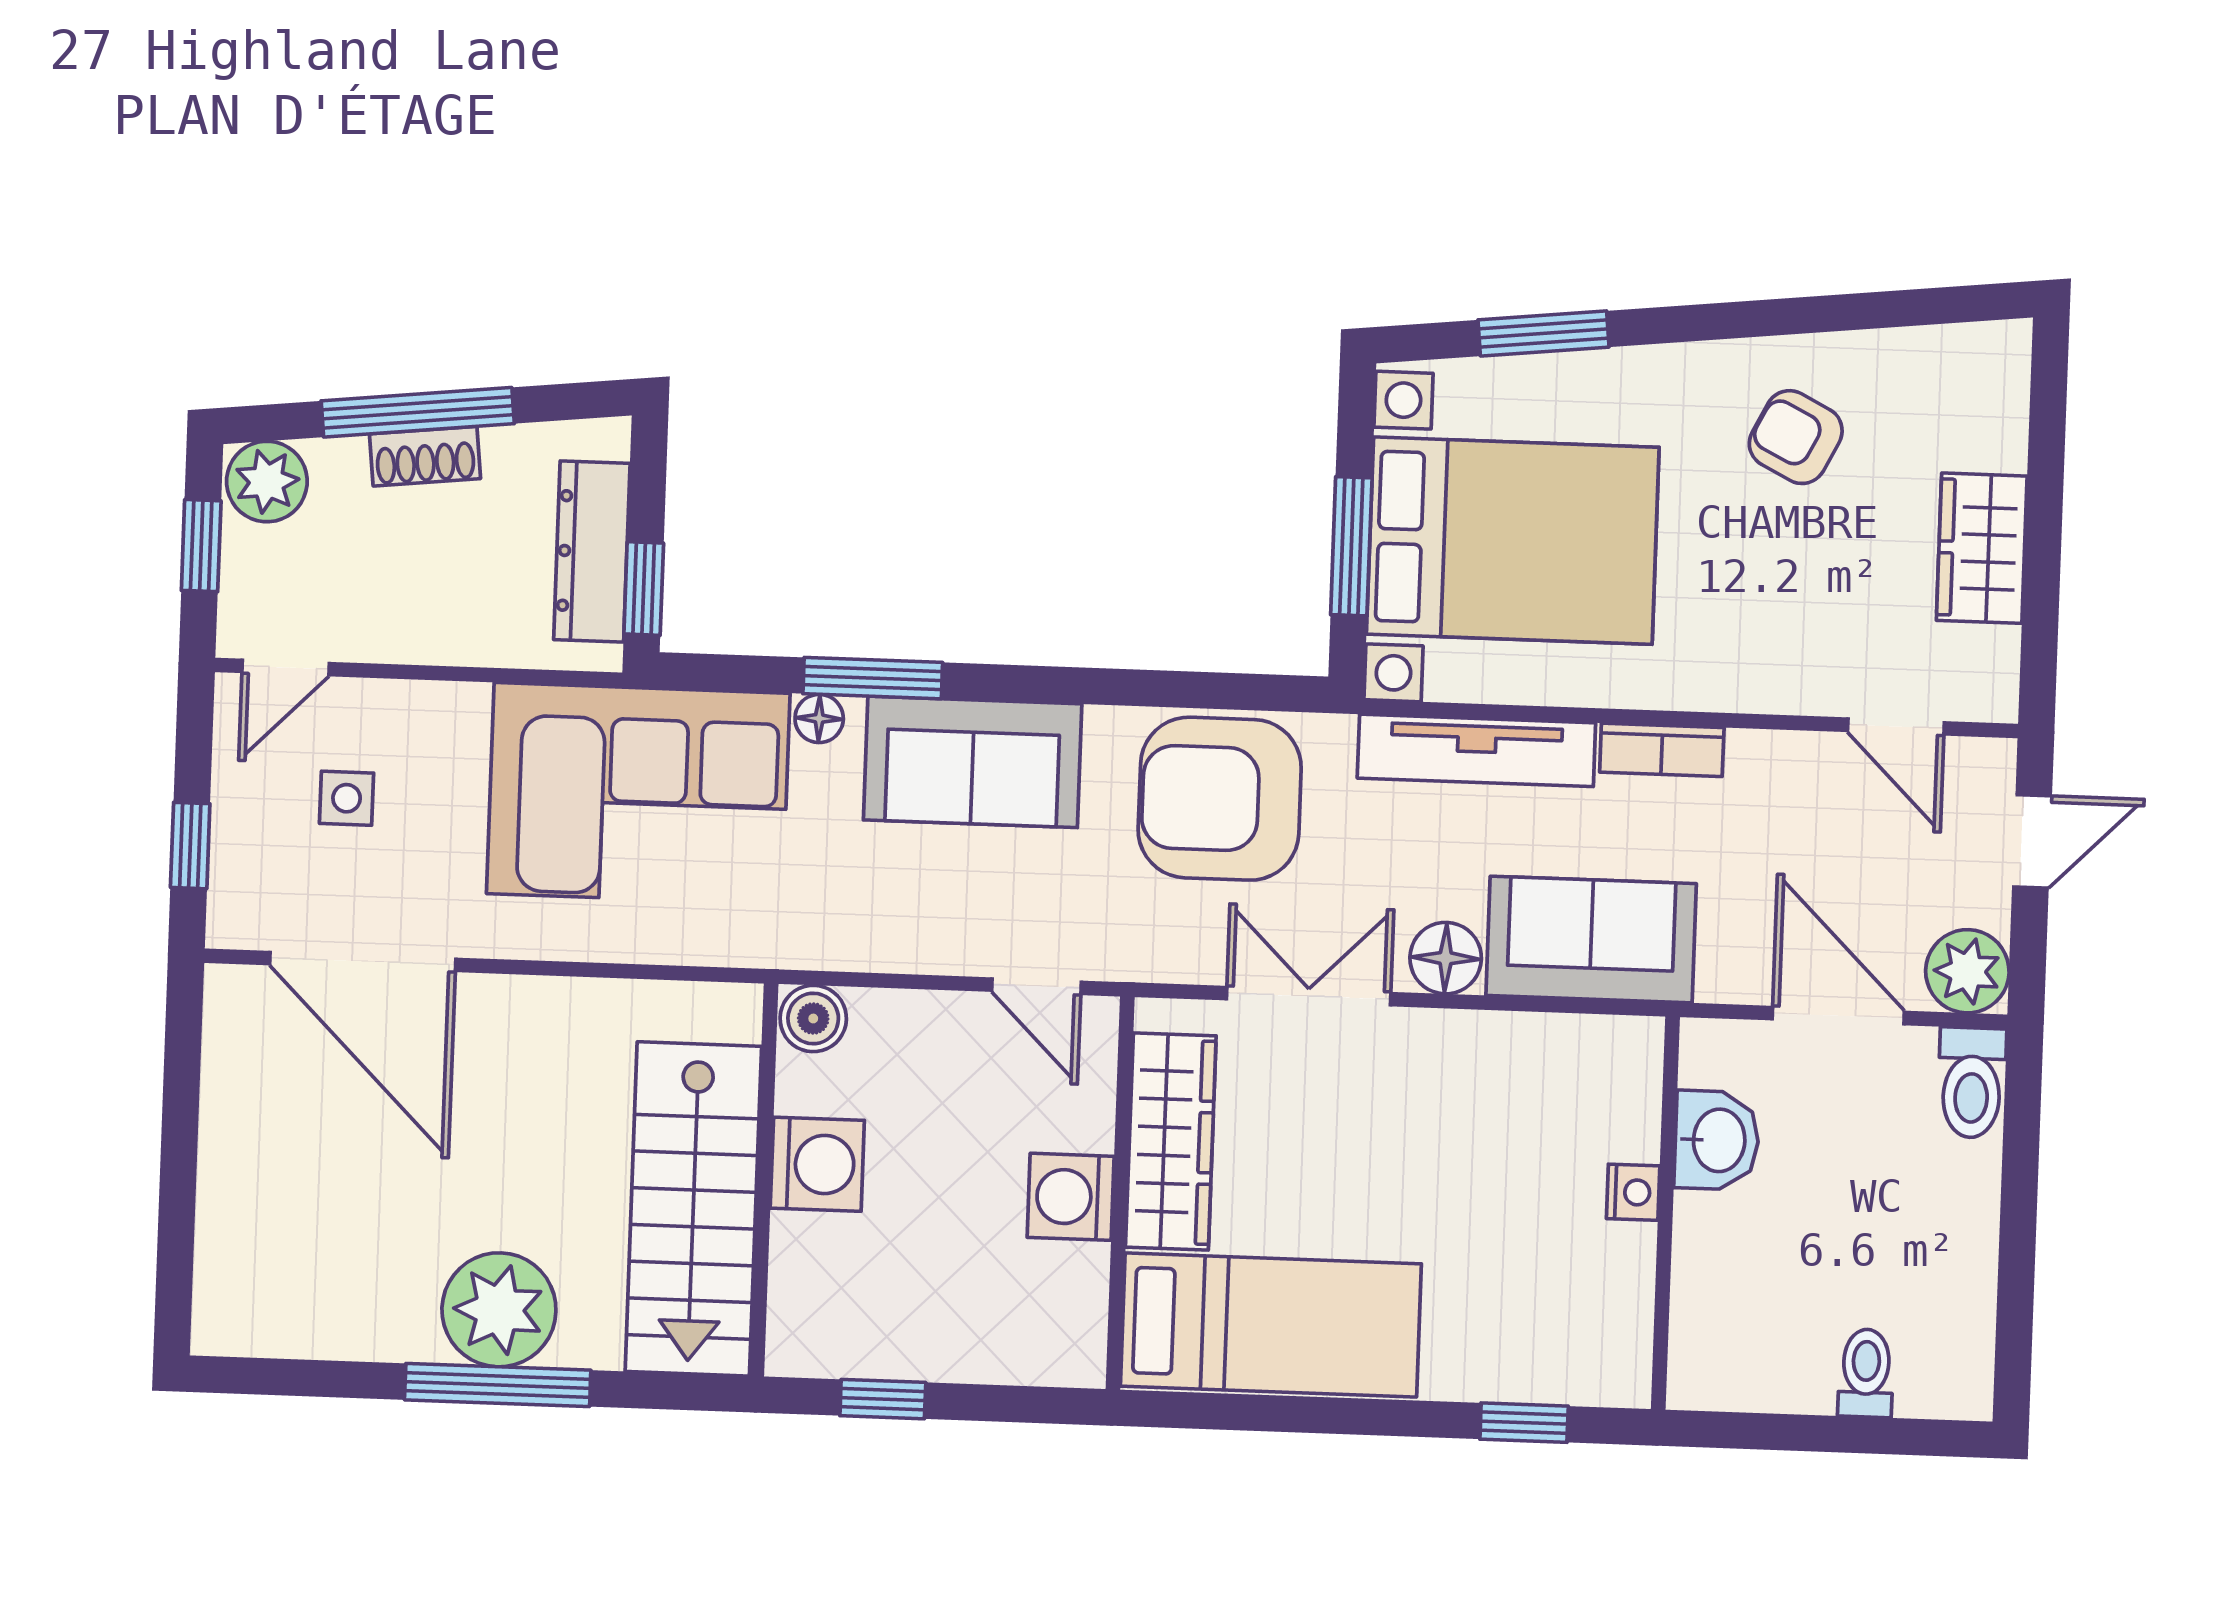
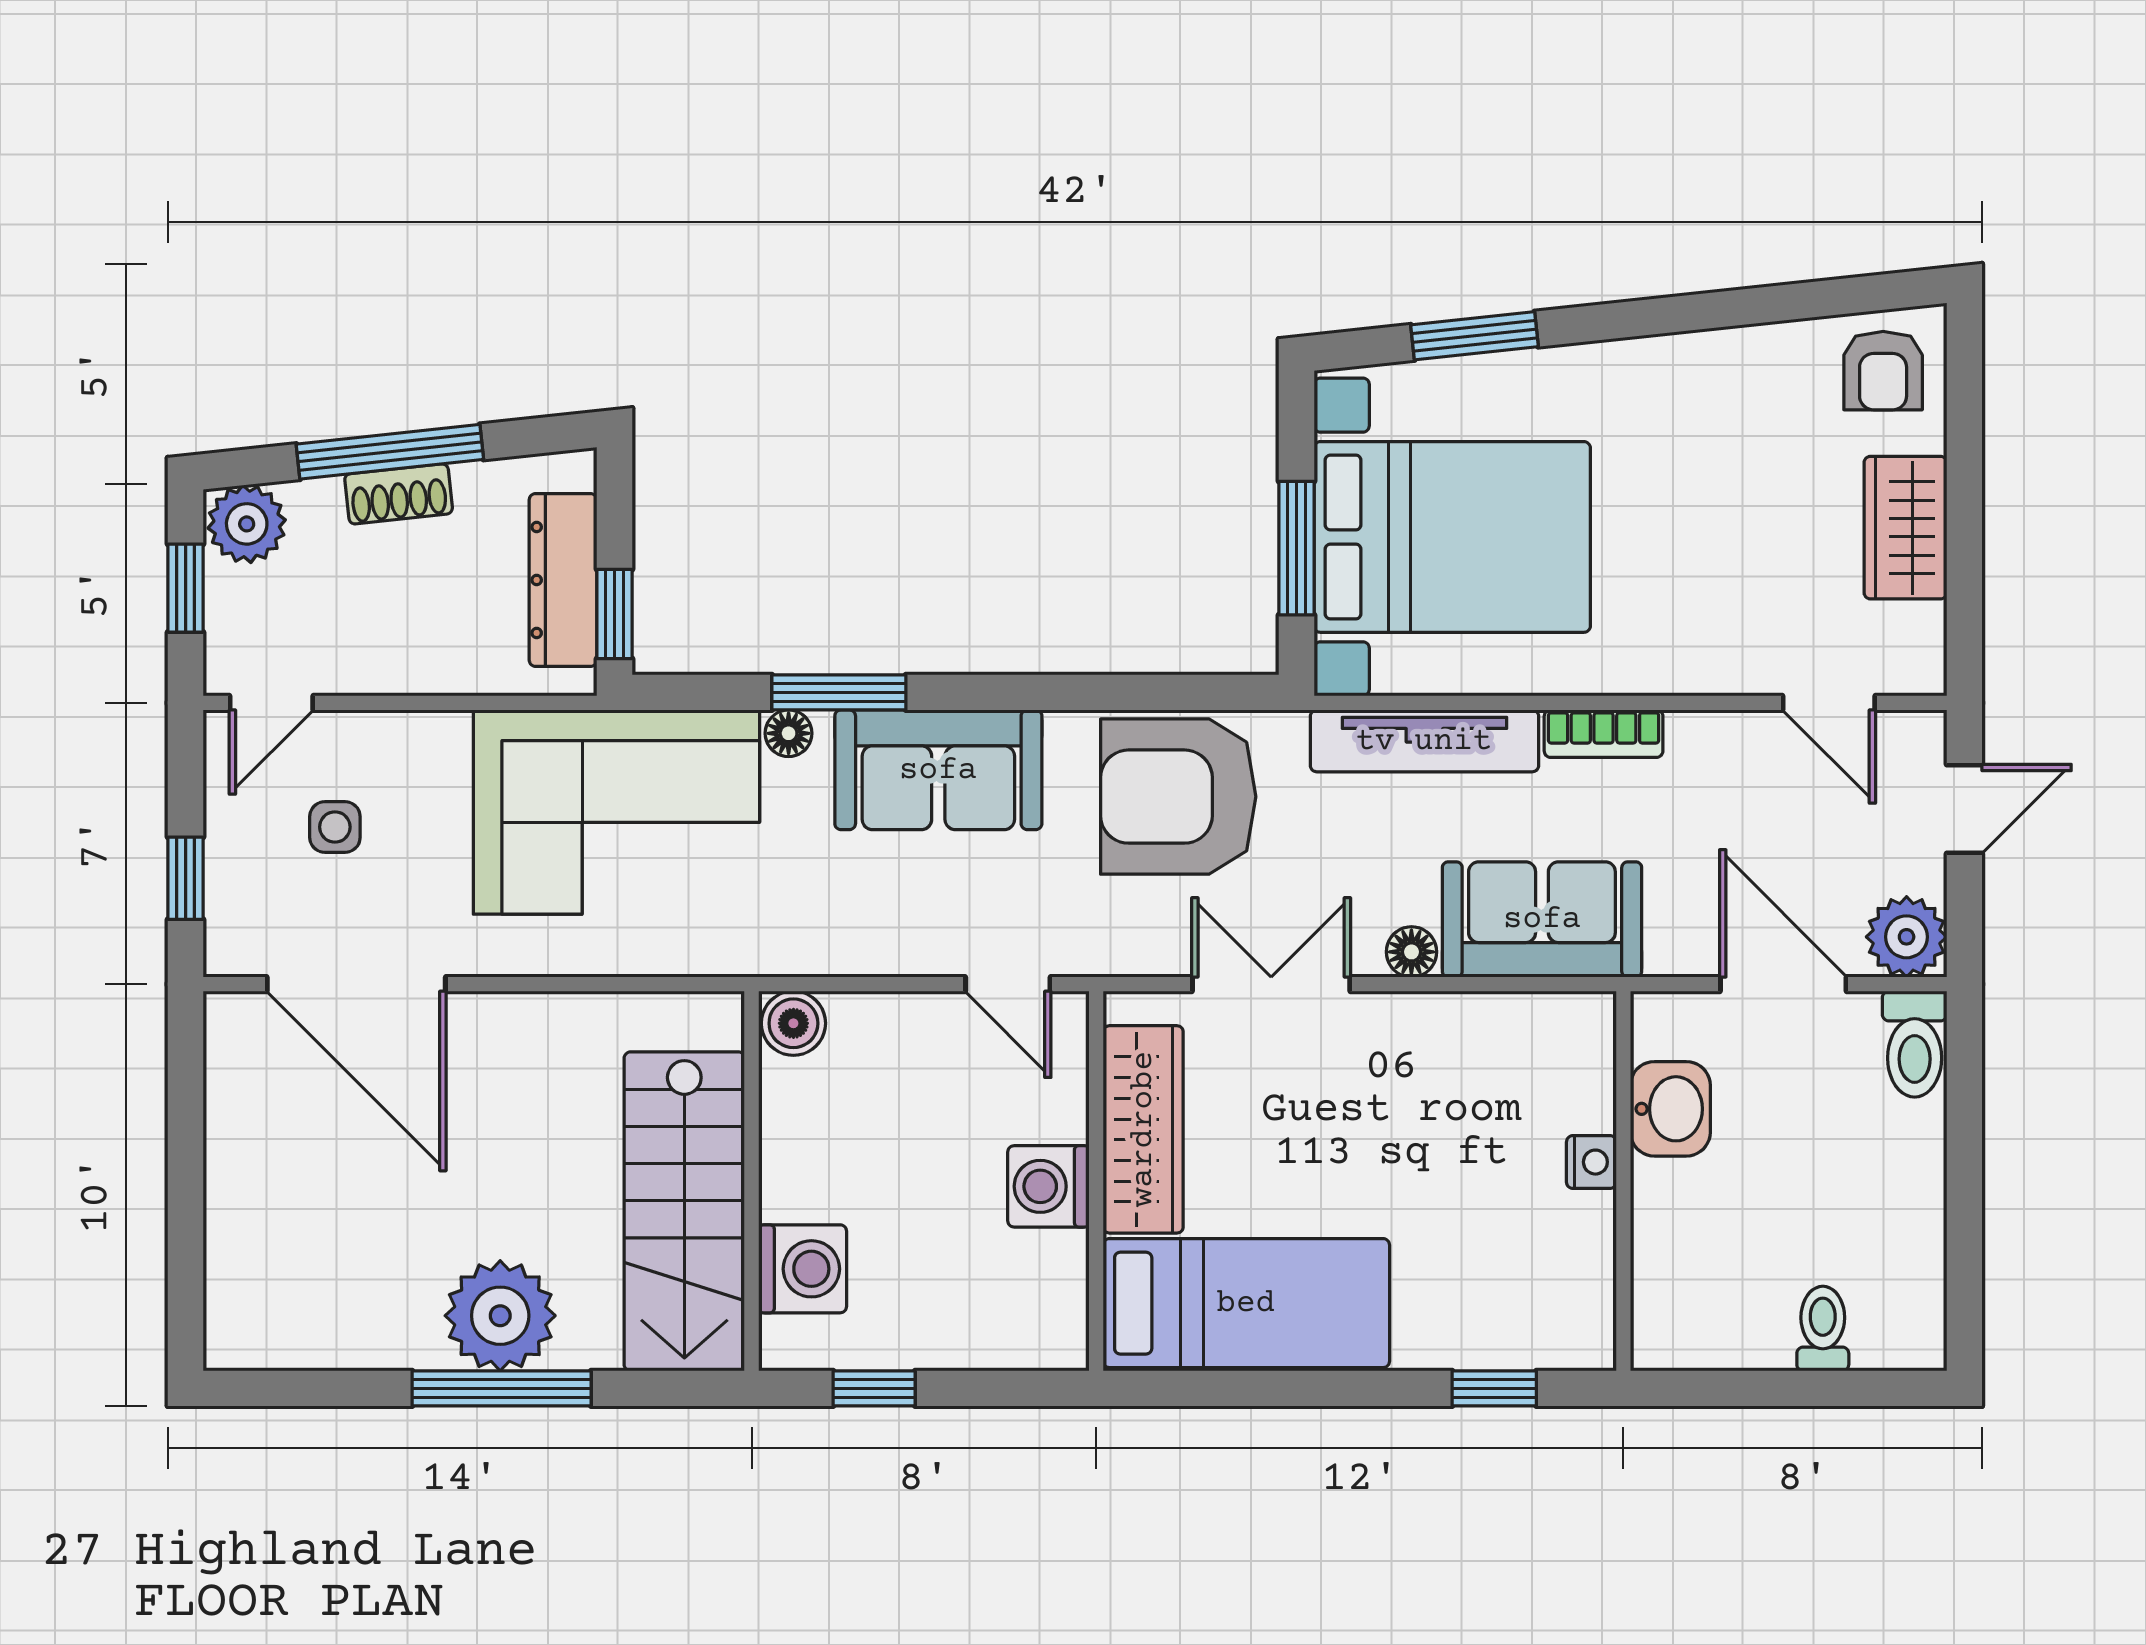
armchair: (1796, 437) -> (1883, 371), moved, turned -117
floor lamp: (1446, 958) -> (1411, 952), width x0.73, depth x0.73
washing machine: (817, 1164) -> (803, 1269), moved

